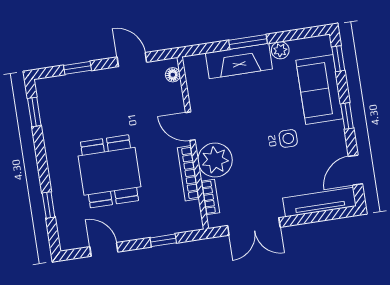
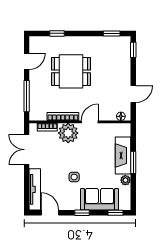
window: (78, 68) -> (133, 50), moved
window: (163, 240) -> (27, 96), width x2.17

